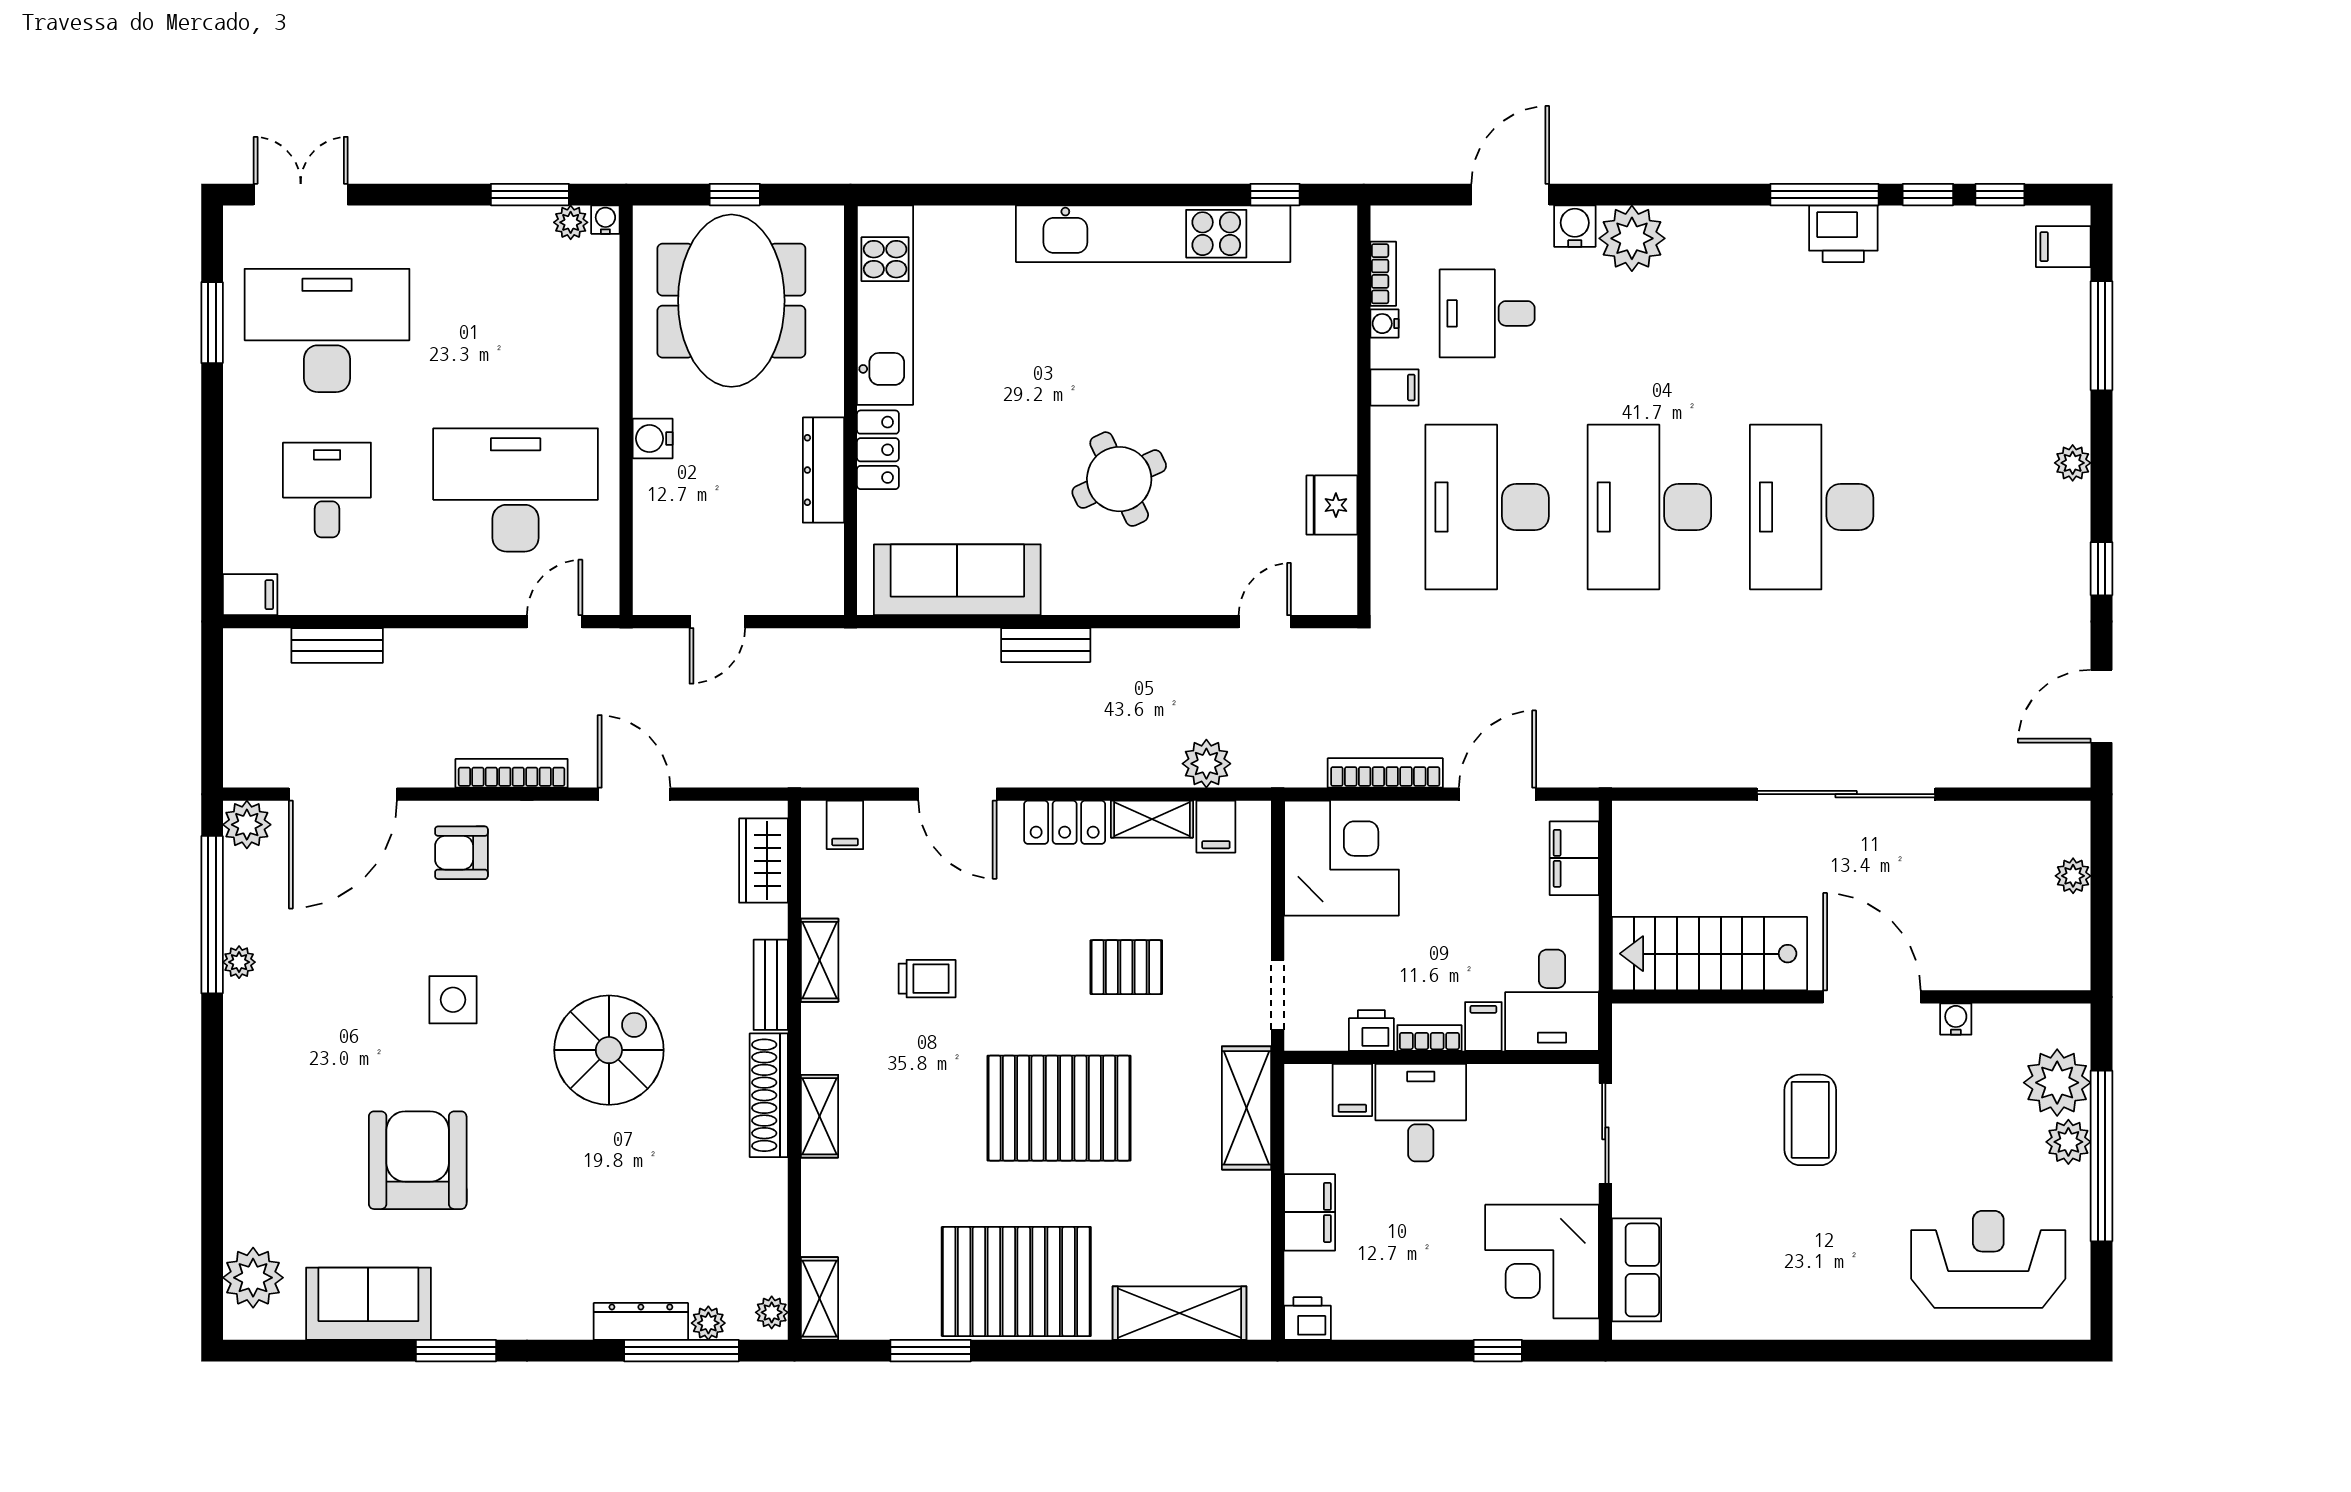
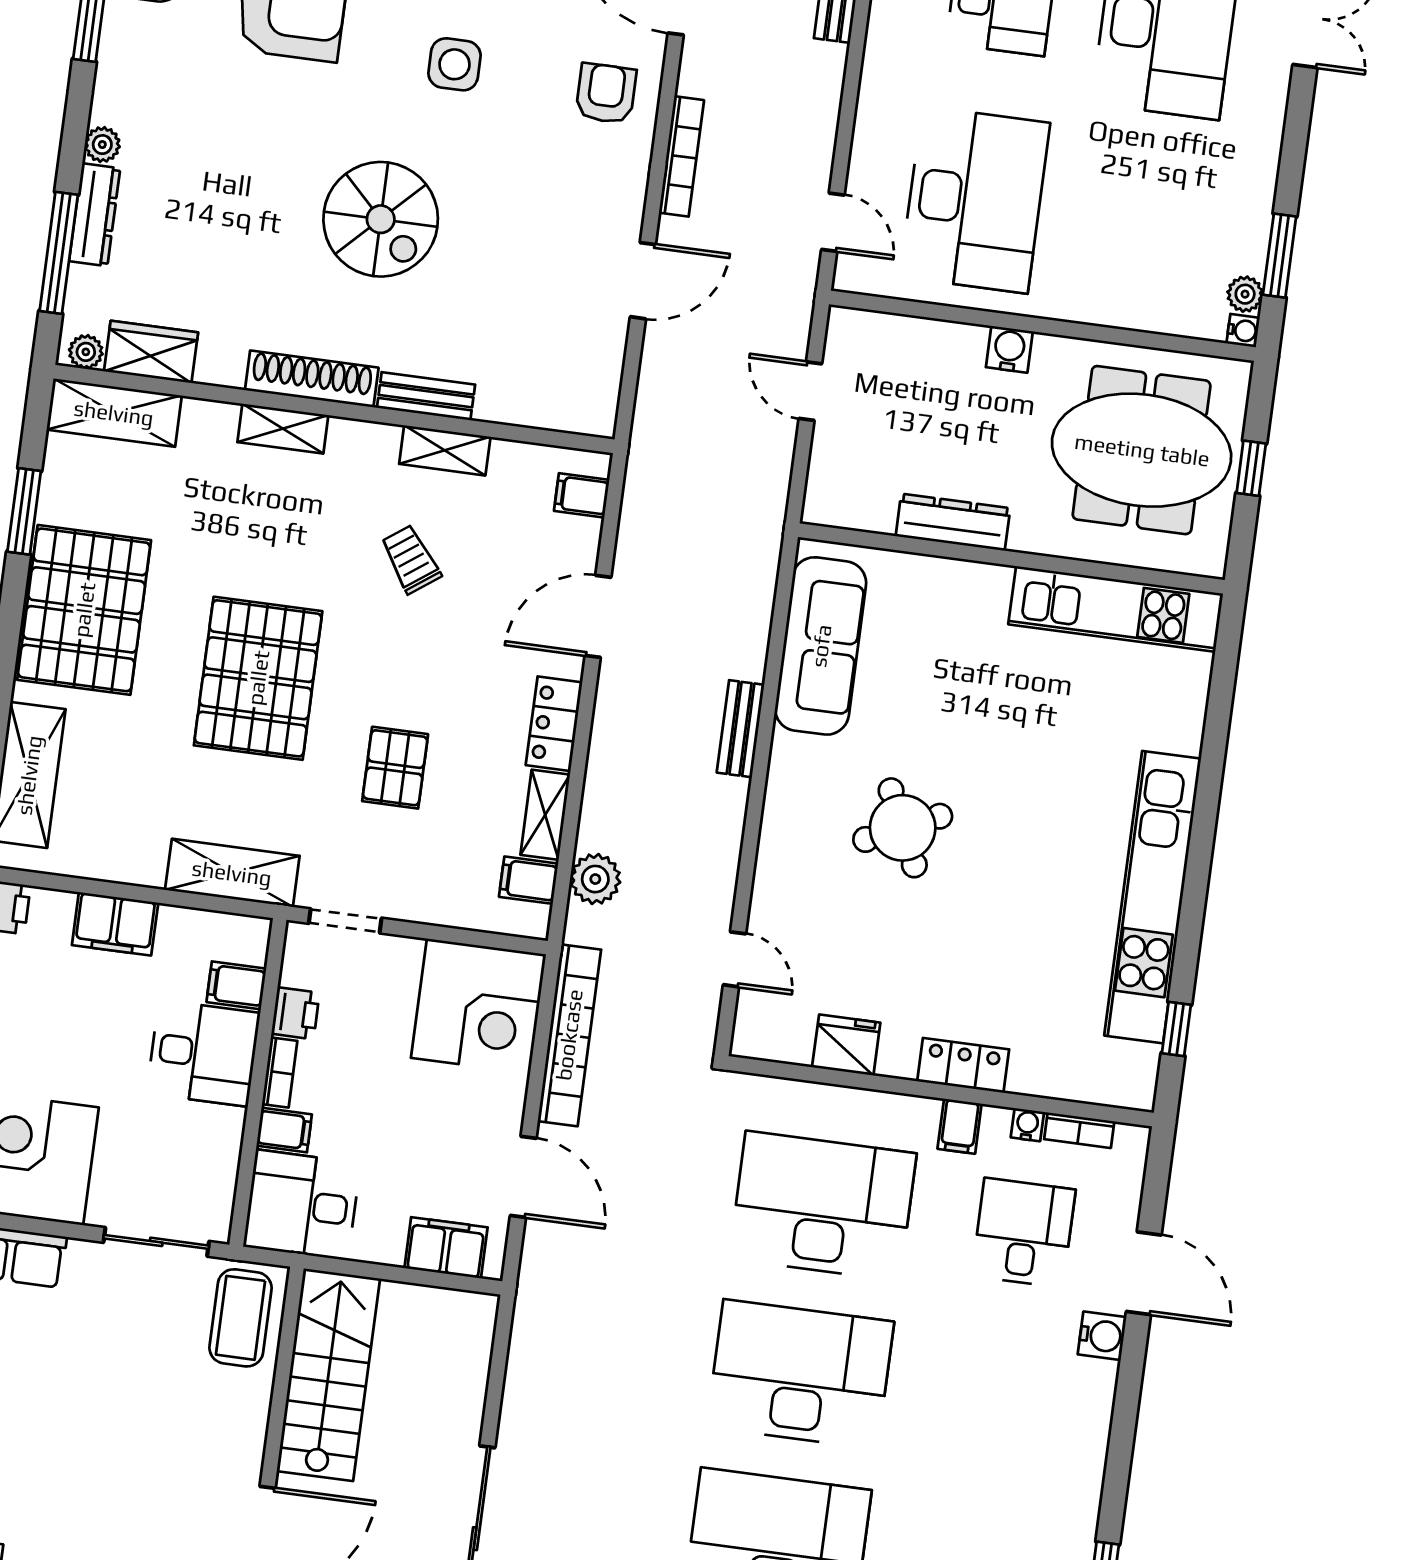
plant: (1632, 238) -> (1082, 1393), removed
locker: (878, 450) -> (963, 1065), moved, turned 180
bookcase: (1385, 773) -> (569, 1035), width x1.48, depth x1.31
wardrobe: (764, 861) -> (151, 352), moved
trolley: (927, 979) -> (411, 559), turned 144
coffee table: (1810, 1120) -> (240, 1318), moved, turned 90
shelving: (819, 1299) -> (114, 413), width x1.50, depth x1.33
plant: (708, 1323) -> (102, 145), moved

